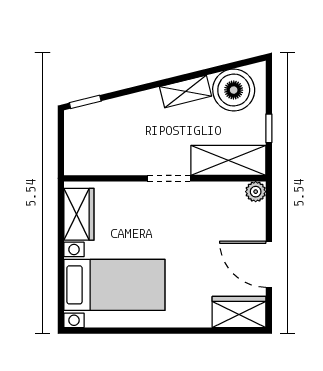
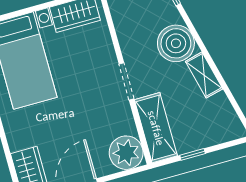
boiler: (234, 90) -> (176, 43), moved
plant: (256, 192) -> (126, 153), width x1.88, depth x1.88

